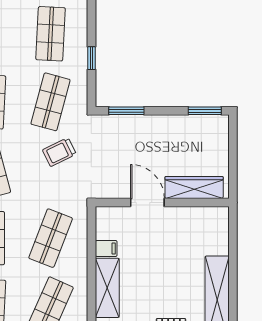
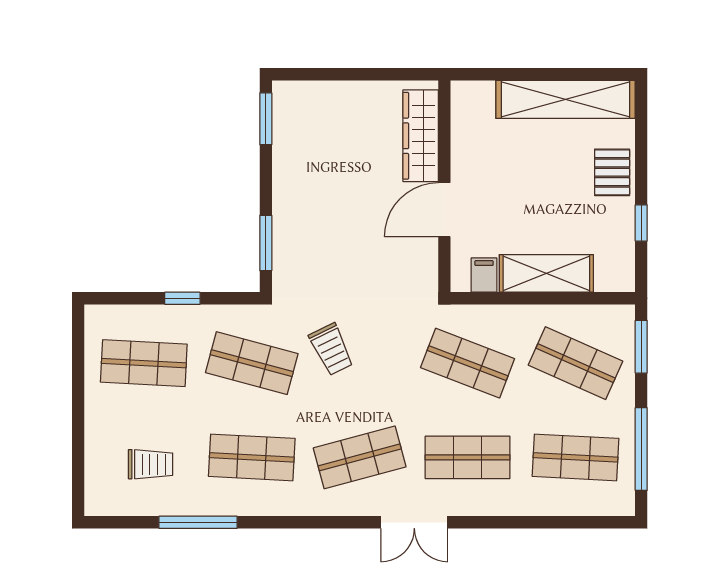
wardrobe: (194, 187) -> (421, 136), moved
door: (147, 202) -> (444, 210), moved
wall: (162, 202) -> (444, 186), moved

